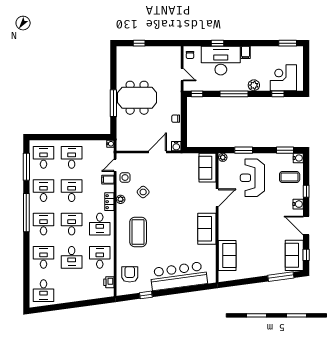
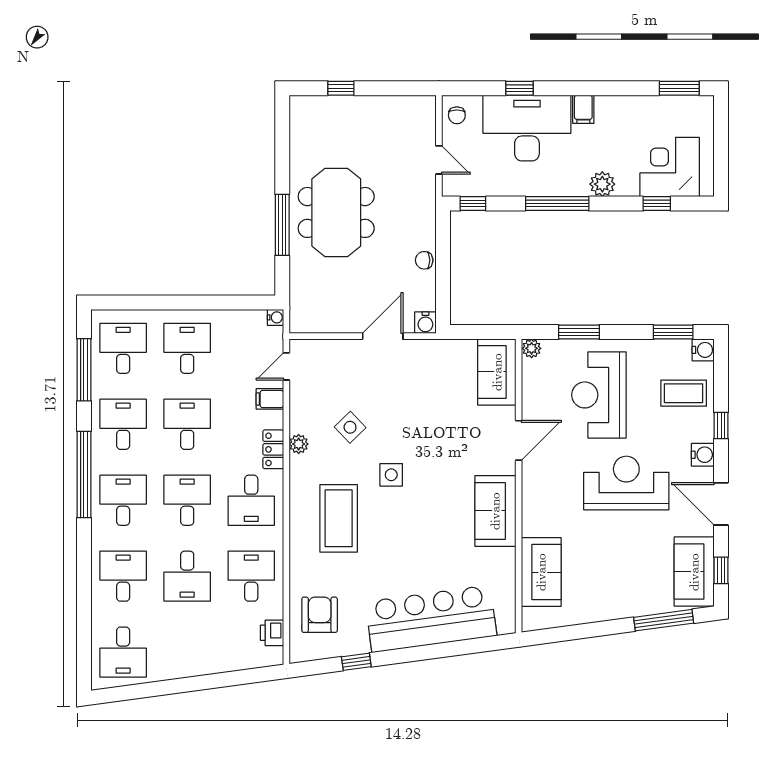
meeting table: (137, 98) -> (336, 212), turned 90
side table: (125, 178) -> (391, 475), moved
reception desk: (264, 216) -> (626, 483), added

